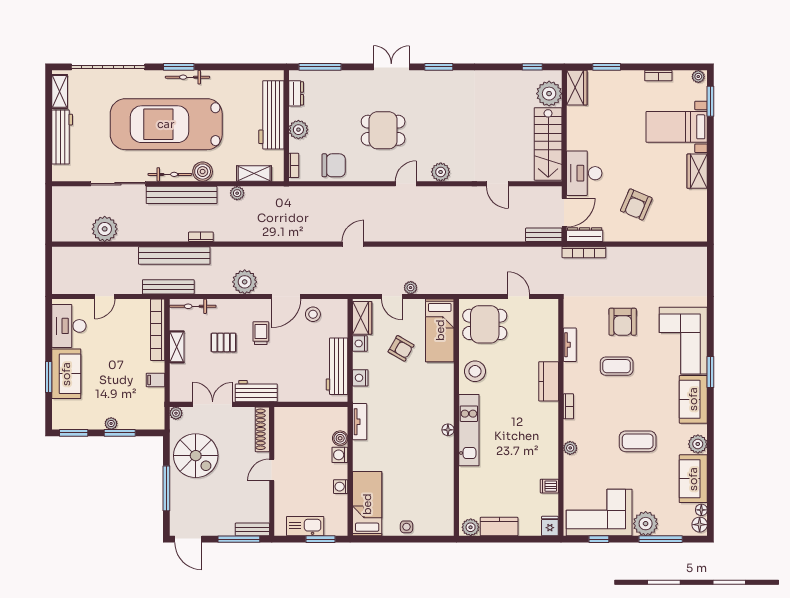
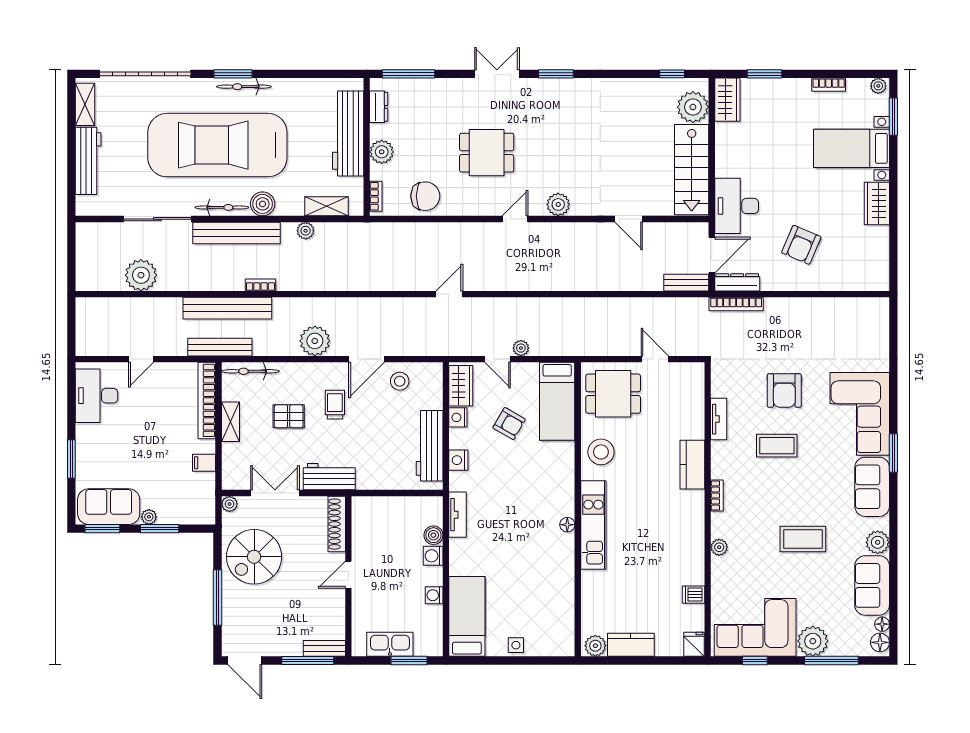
sofa: (66, 374) -> (109, 507), moved, turned -90
spiral stairs: (196, 456) -> (254, 557), turned 90

